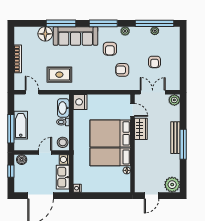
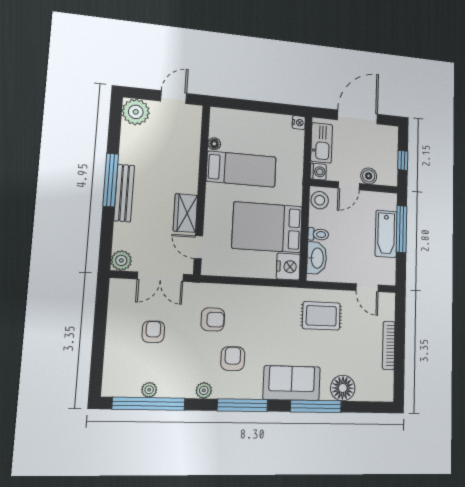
sofa: (76, 36) -> (292, 383), width x0.73
bed: (110, 133) -> (267, 227), moved, turned 180
boiler: (22, 160) -> (369, 176), moved

